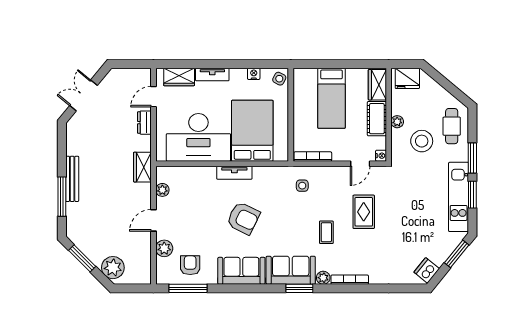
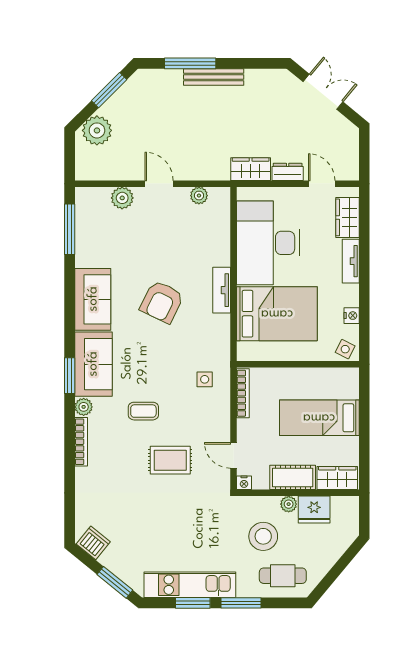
fridge: (407, 78) -> (314, 510), moved, turned -90
wardrobe: (142, 167) -> (251, 169), moved
armchair: (190, 265) -> (100, 232), removed

